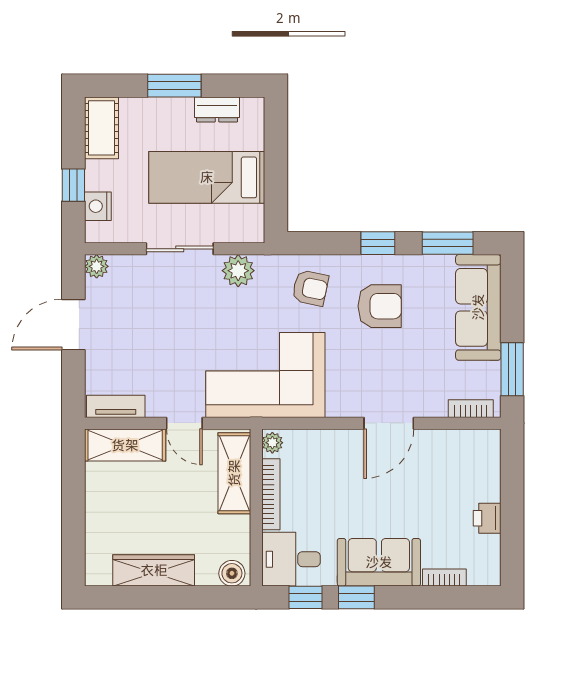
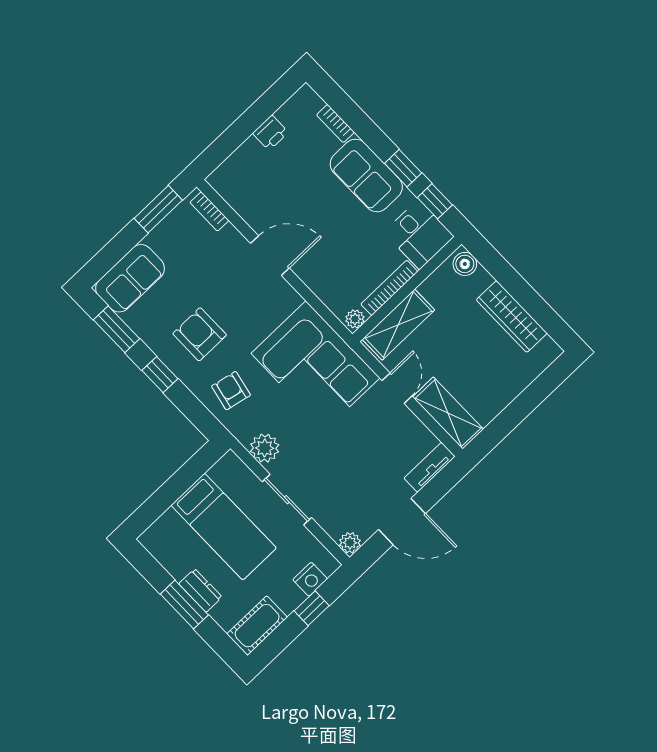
dresser: (217, 110) -> (200, 590), moved
sofa: (478, 307) -> (130, 278), width x0.73
tv unit: (116, 406) -> (430, 467), moved, turned 90

